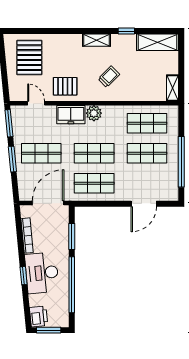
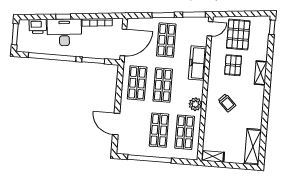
window: (126, 31) -> (272, 27), moved
shelving: (97, 40) -> (261, 73), moved
pallet: (29, 58) -> (238, 34), moved, turned 90
pallet: (65, 86) -> (233, 65), moved
door: (36, 103) -> (210, 29), moved
plant: (94, 113) -> (195, 104), moved
freezer: (71, 115) -> (198, 63), width x1.40
door: (48, 203) -> (123, 42), hinge flipped
printer: (39, 316) -> (38, 26), moved

